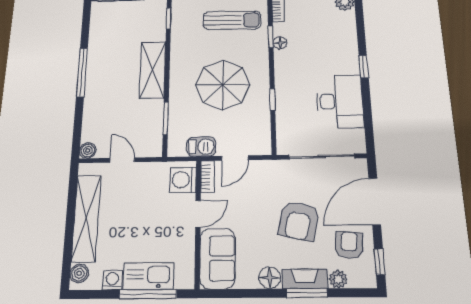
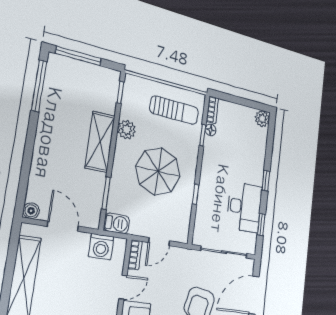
floor lamp: (280, 43) -> (211, 130), moved
plant: (180, 52) -> (127, 130), added
window: (82, 72) -> (39, 86), moved
window: (368, 117) -> (261, 225), added
barbecue: (201, 147) -> (117, 223), moved
door: (122, 160) -> (63, 226), width x1.37
washing machine: (183, 180) -> (101, 247), moved, turned -90

